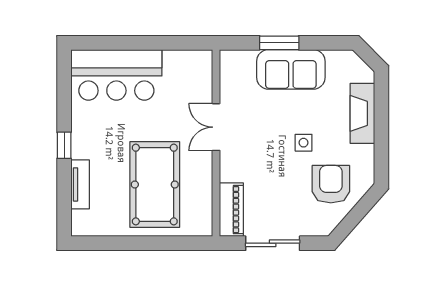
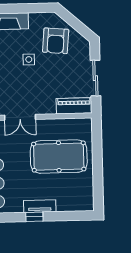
tv unit: (80, 184) -> (40, 206), moved
armchair: (331, 184) -> (56, 41), turned -85

